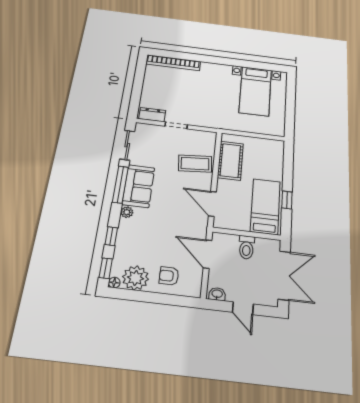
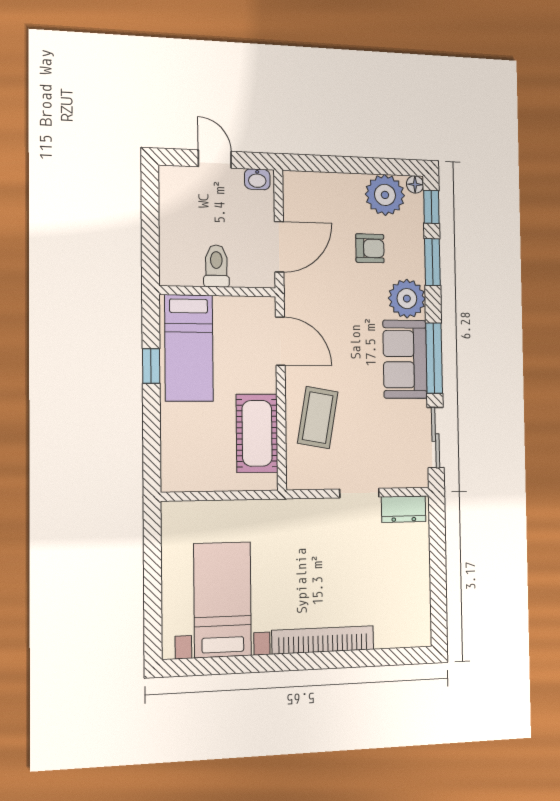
bookcase: (173, 63) -> (323, 640), moved
coffee table: (195, 164) -> (318, 418), turned -75
plant: (127, 212) -> (407, 299), width x1.88, depth x1.88
window: (111, 236) -> (432, 262), width x1.50
door: (208, 254) -> (279, 247), hinge flipped
double door: (284, 275) -> (150, 221), removed
armchair: (169, 276) -> (370, 248), moved

